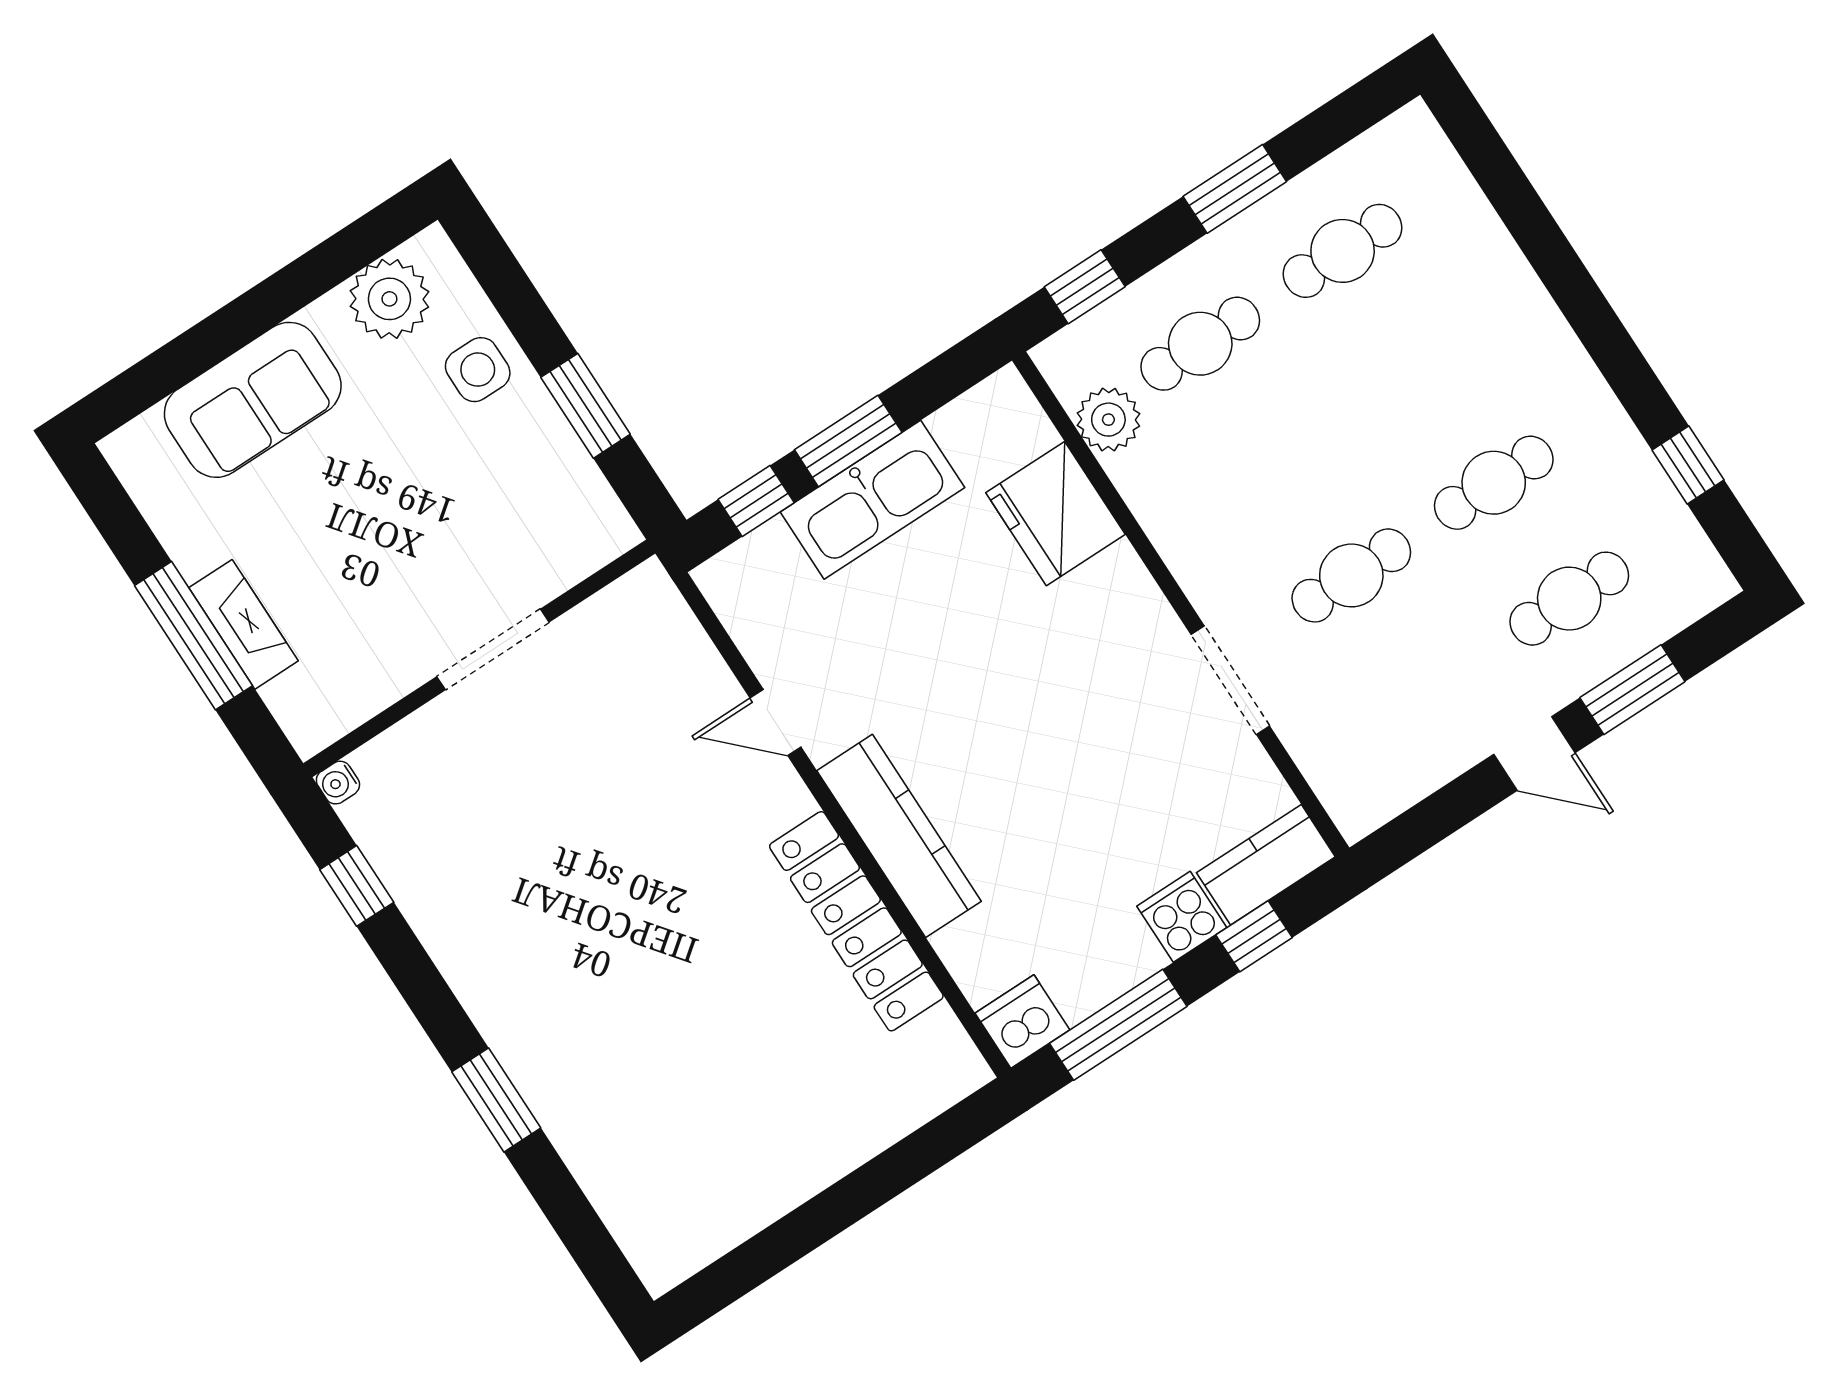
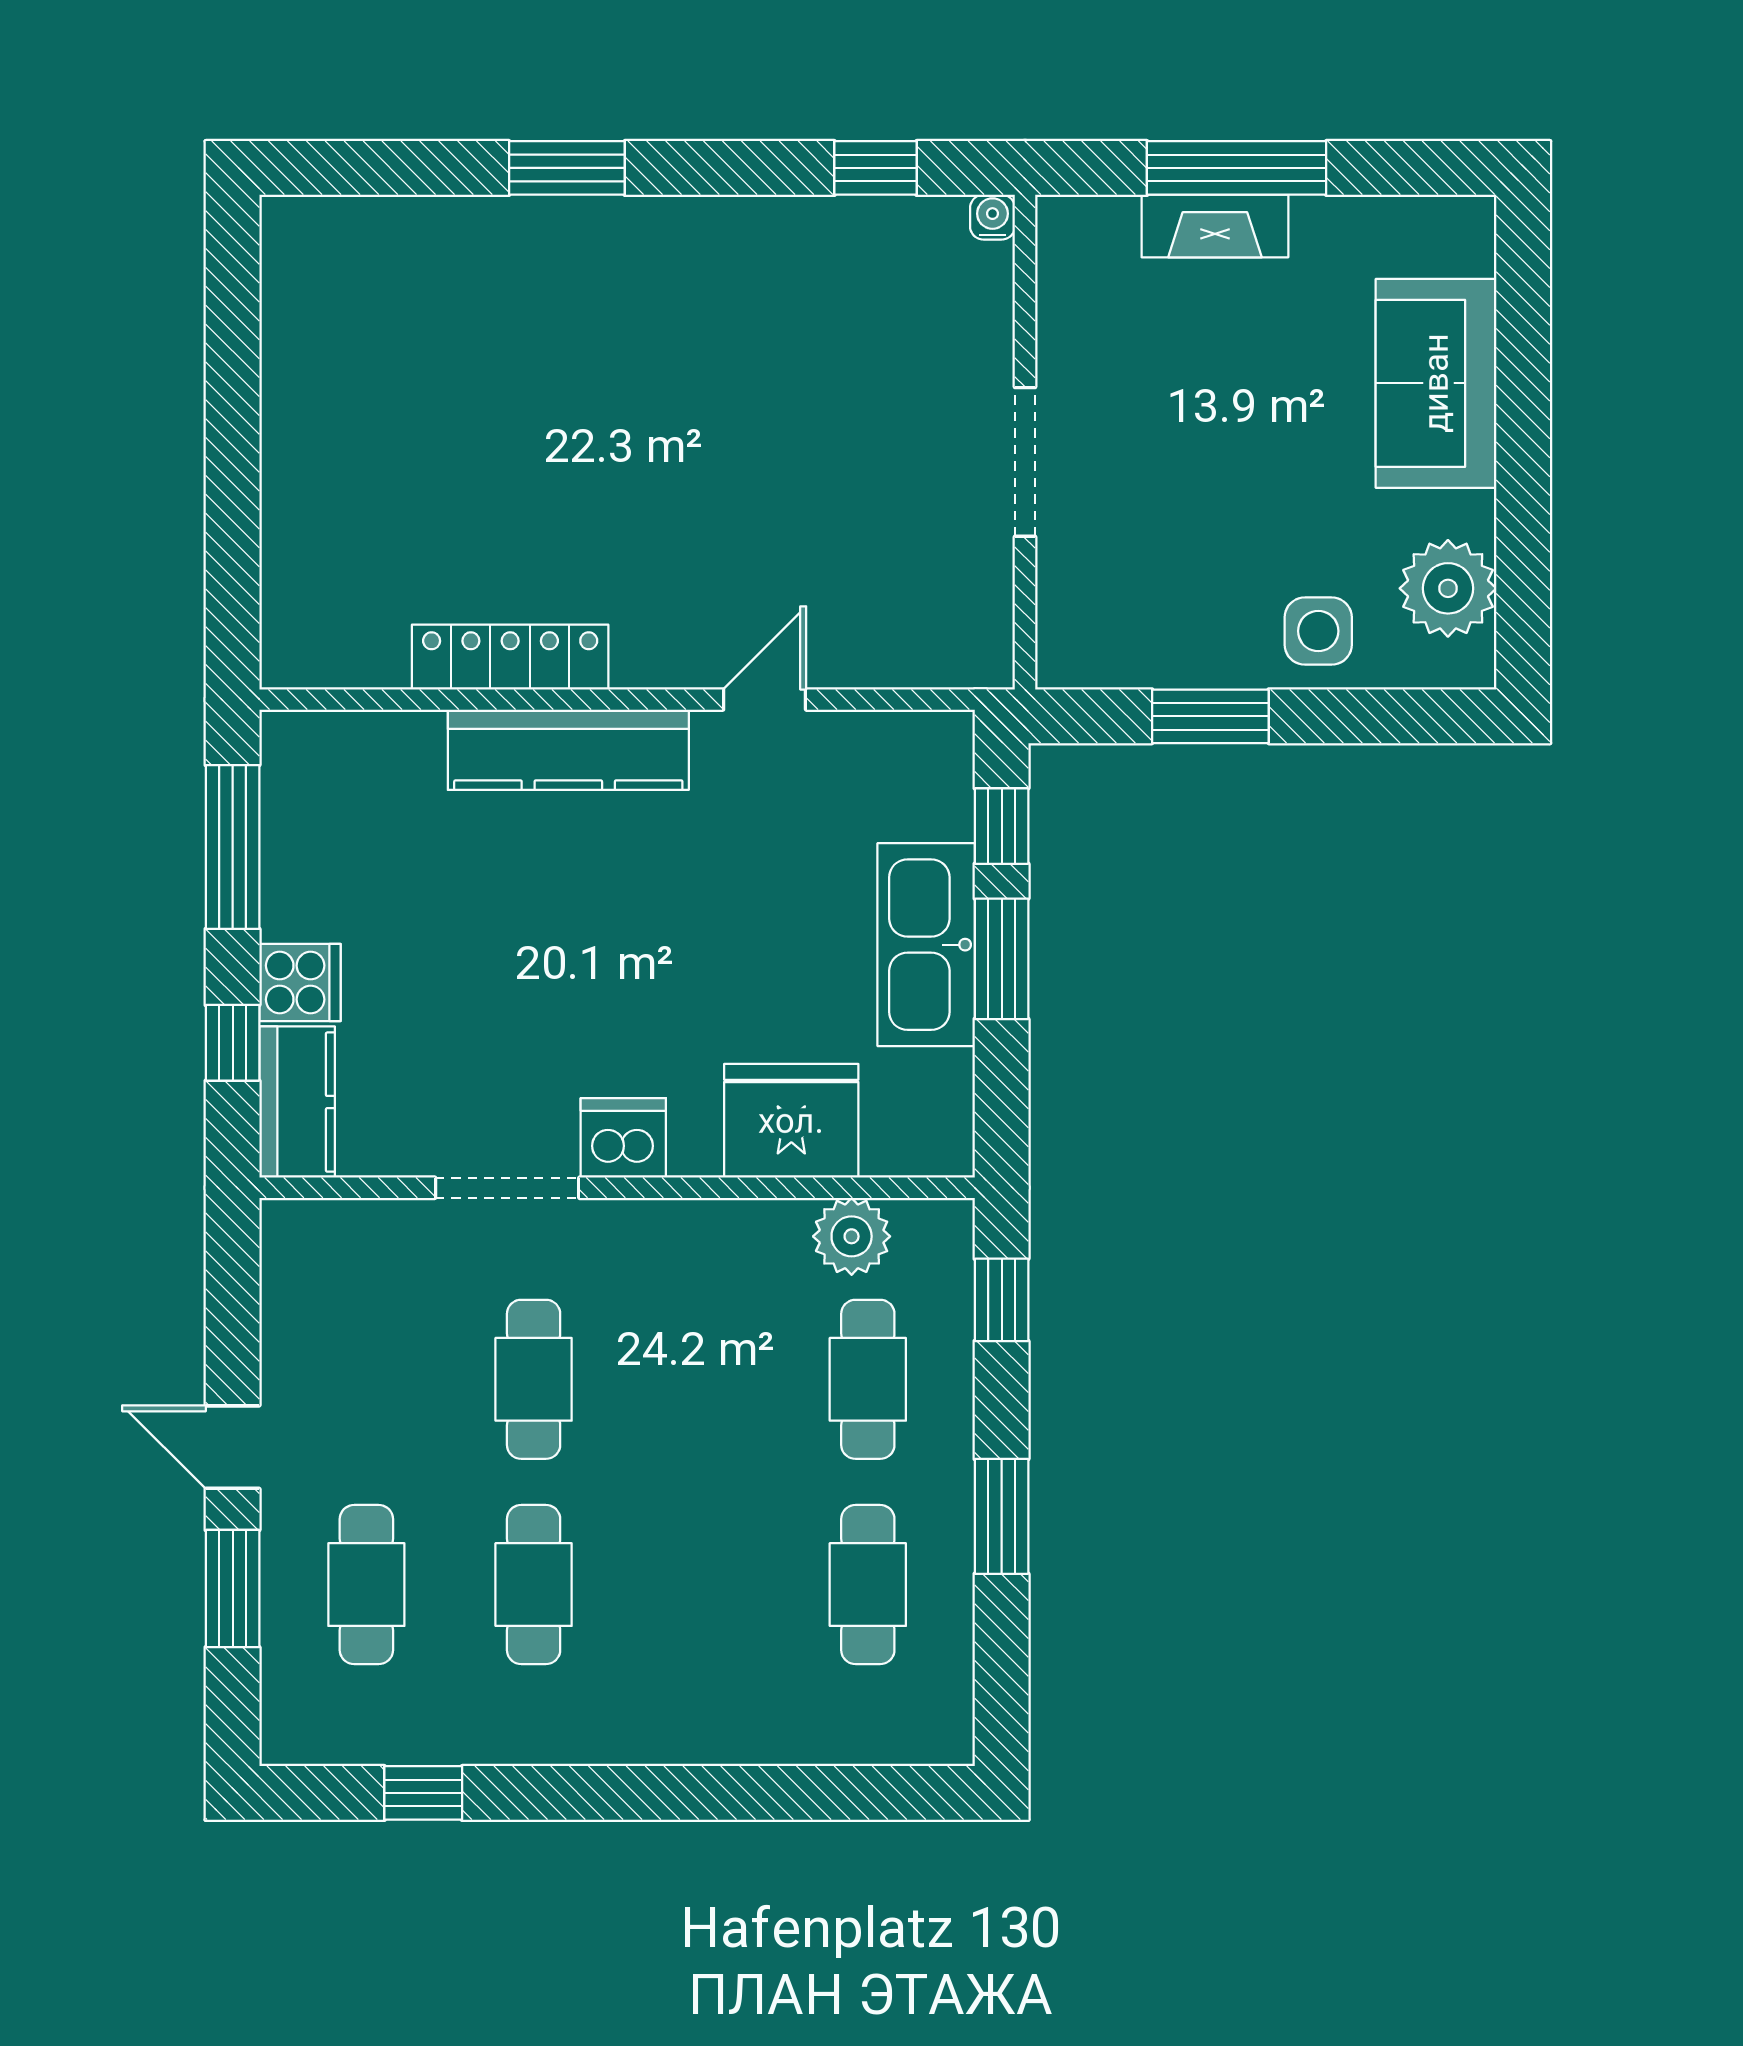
door: (1534, 754) -> (233, 1447), hinge flipped
locker: (856, 921) -> (510, 657), width x0.71, depth x0.83
dishwasher: (1022, 1021) -> (623, 1138), moved, turned -90

